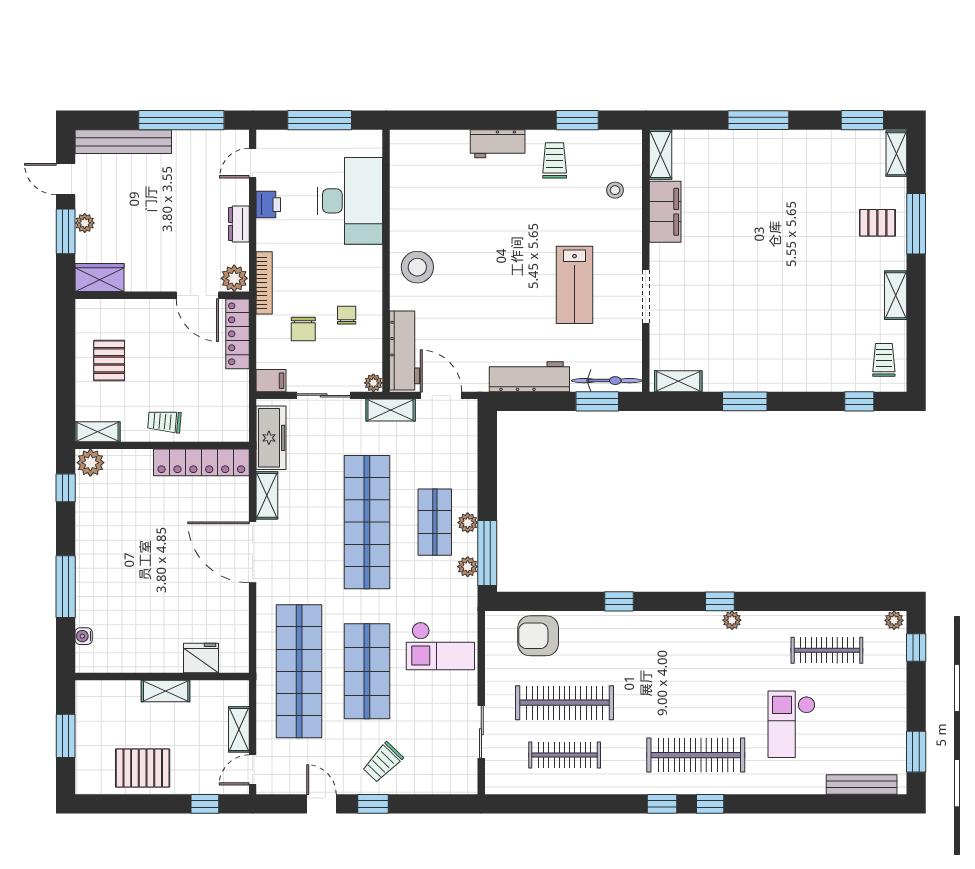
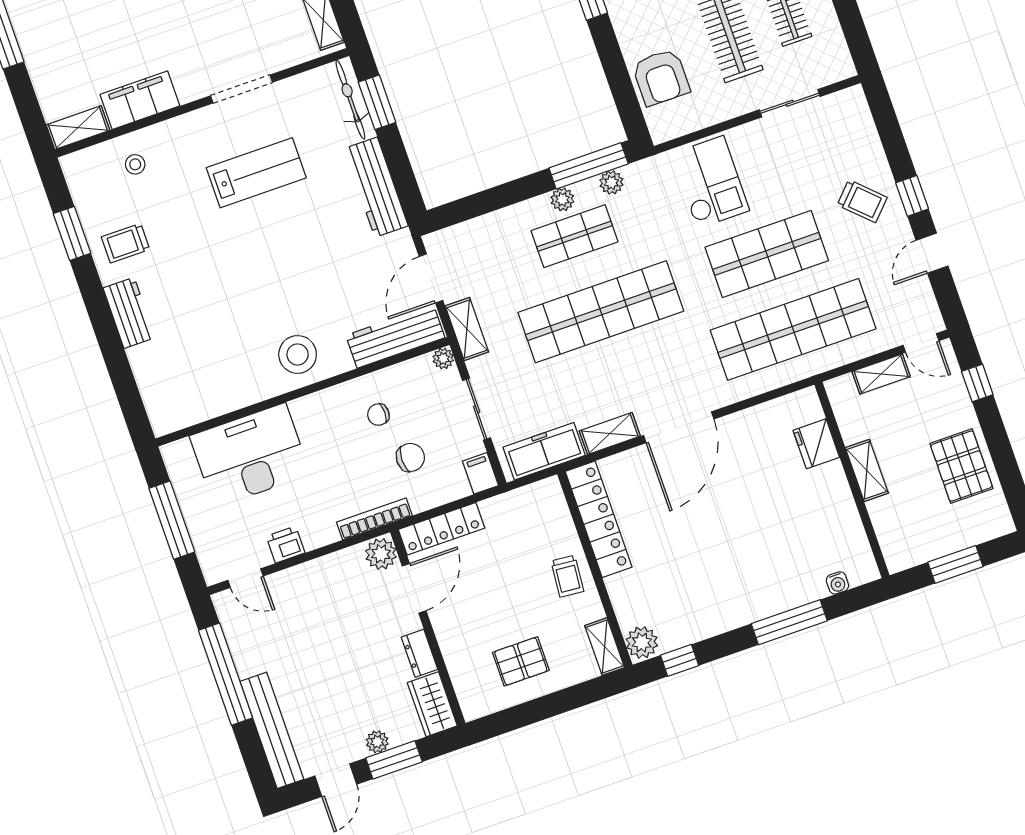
dresser: (239, 224) -> (420, 653), moved, turned 90

